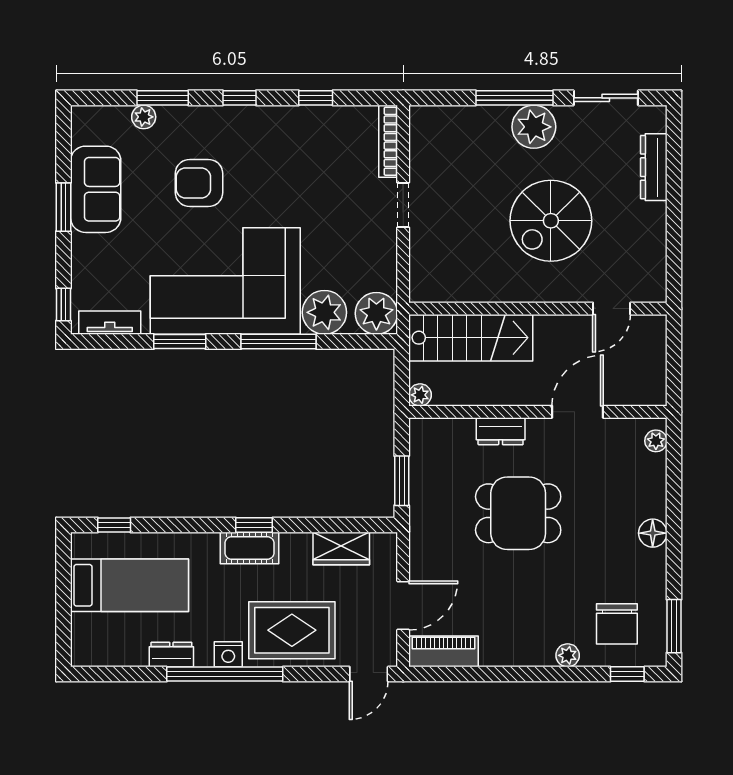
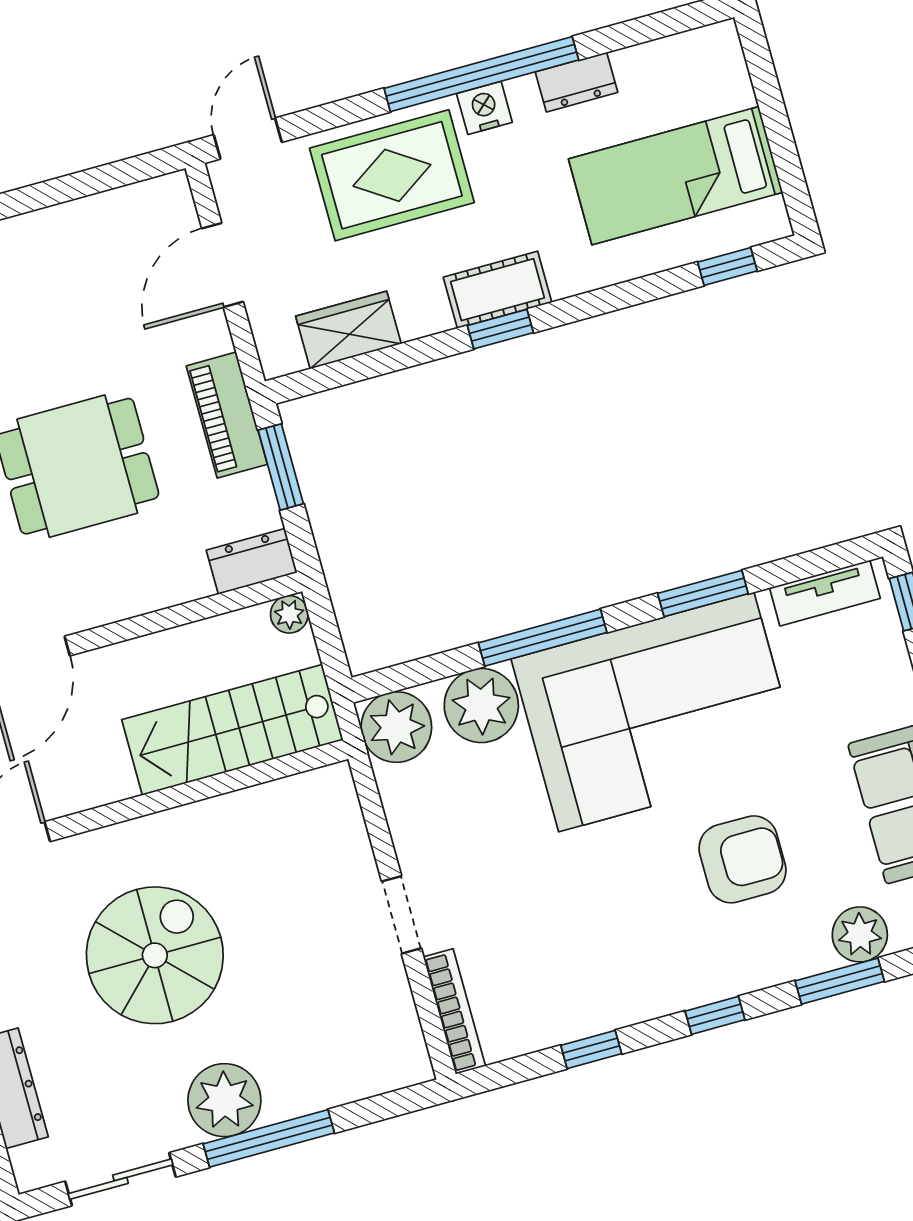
plant: (144, 117) -> (860, 934), width x1.38, depth x1.38
dresser: (501, 431) -> (252, 561), moved
piano: (443, 651) -> (227, 415), moved, turned 90

